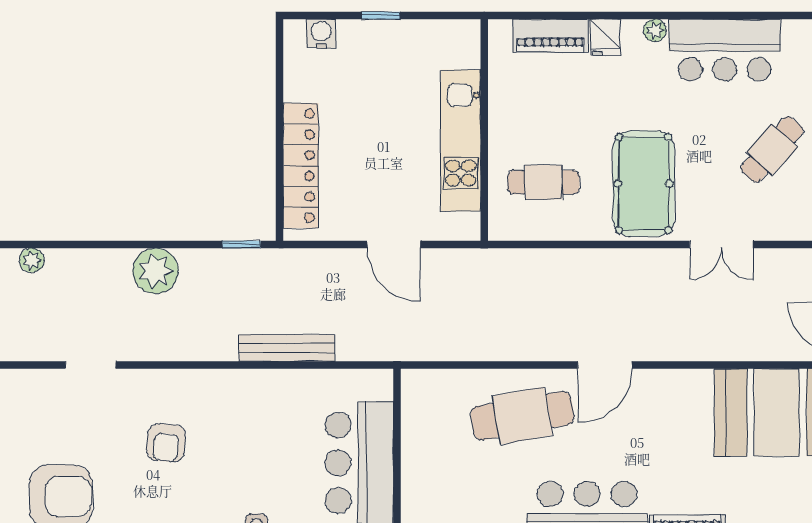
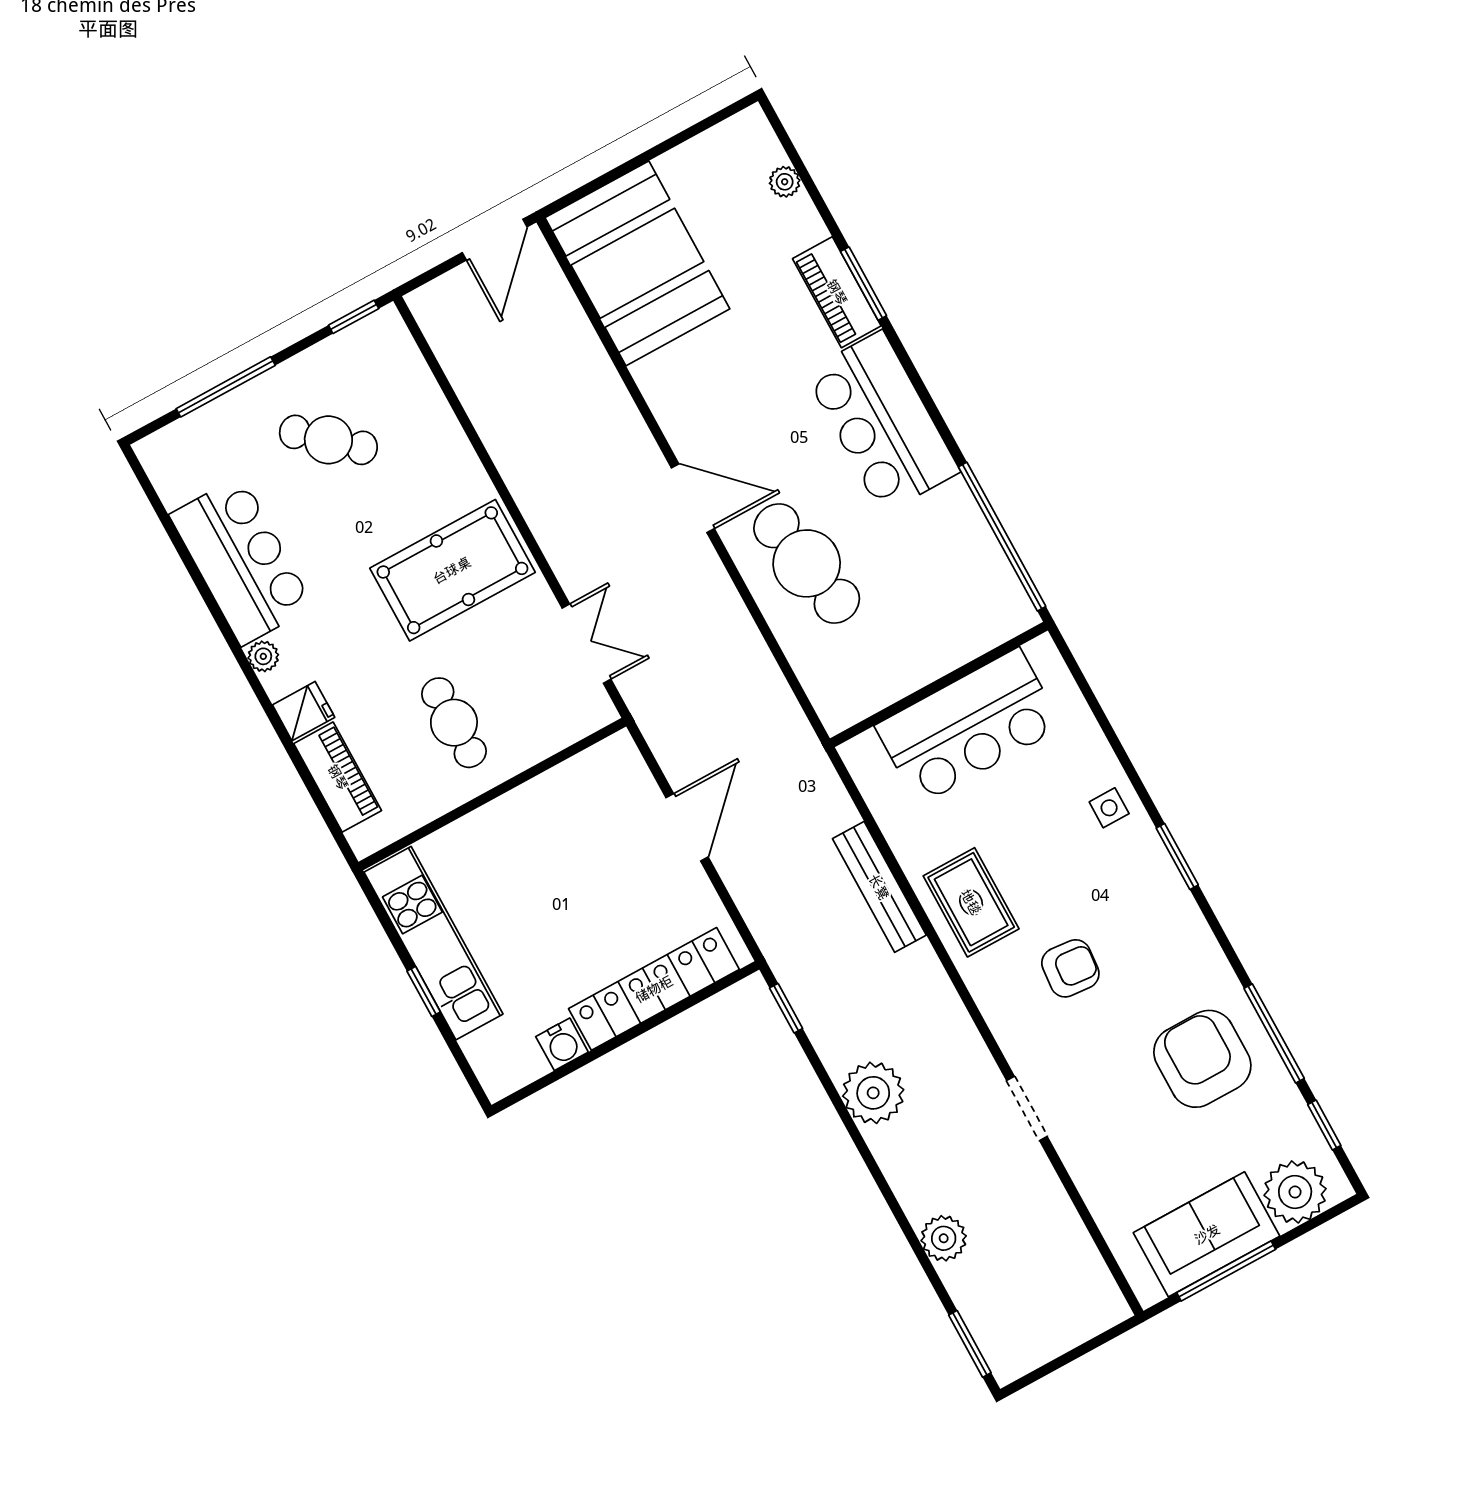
water cooler: (321, 33) -> (562, 1044), moved, turned -90
kitchen unit: (461, 141) -> (433, 943), moved, turned -90
cafe table: (544, 182) -> (454, 723), moved
double door: (721, 244) -> (586, 644), moved
plant: (32, 260) -> (944, 1238), width x1.38, depth x1.38
rug: (244, 402) -> (971, 902), added

